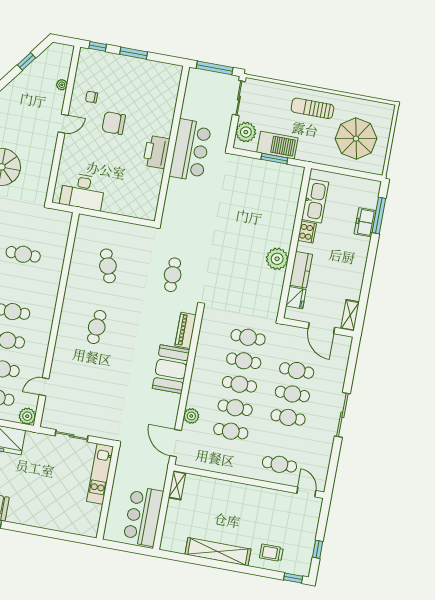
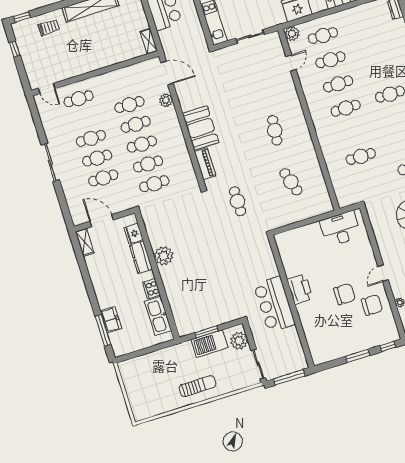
chair: (92, 97) -> (372, 305), width x1.87, depth x1.87
parasol: (356, 139) -> (152, 380), removed

